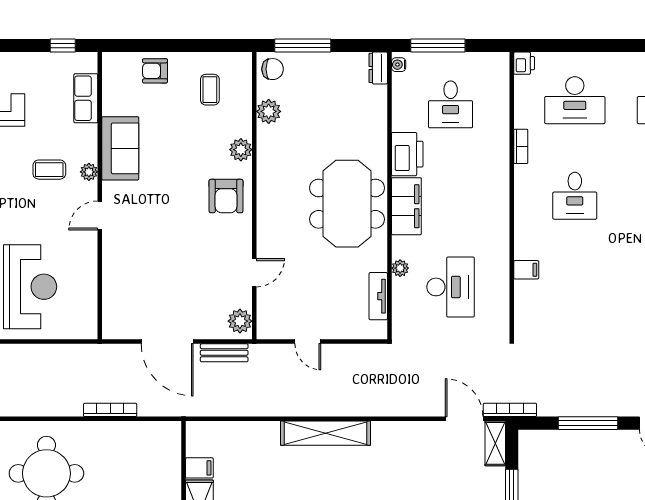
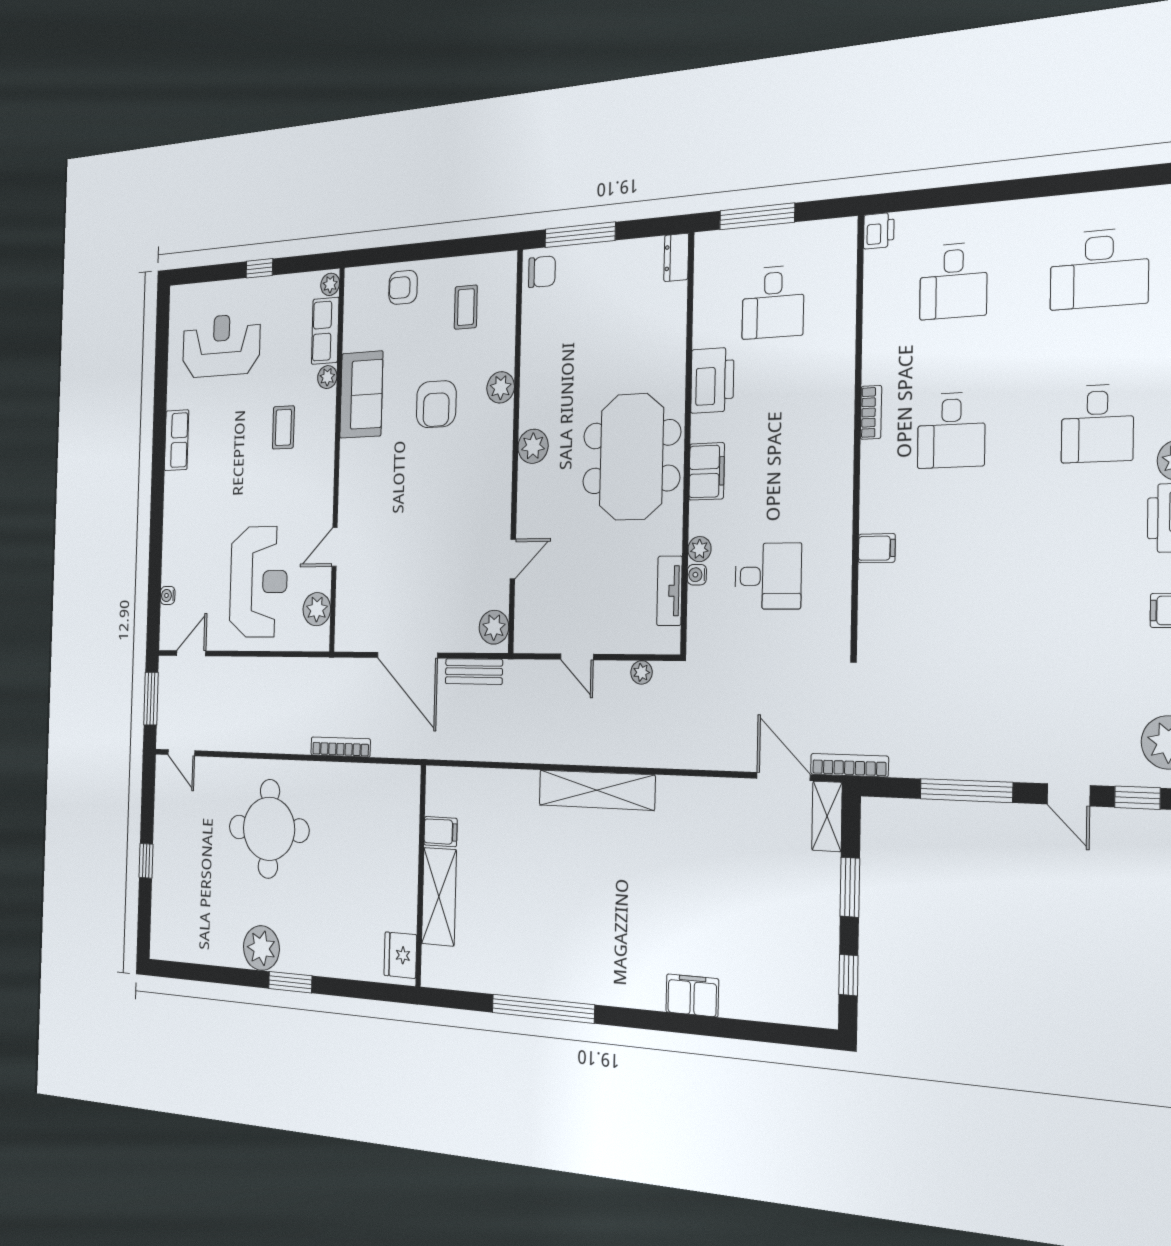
window: (63, 46) -> (259, 268), moved
plant: (89, 63) -> (330, 284), added
water cooler: (399, 65) -> (697, 575), moved
desk: (575, 100) -> (953, 281), width x0.73
plant: (269, 111) -> (533, 446), moved
bookcase: (521, 146) -> (871, 412), moved
coffee table: (49, 170) -> (283, 427), turned 90
plant: (89, 172) -> (327, 377), moved
armchair: (226, 196) -> (436, 404), moved
filing cabinet: (406, 206) -> (707, 471), width x0.67, depth x0.86
door: (100, 216) -> (335, 547), moved
desk: (451, 287) -> (768, 576), width x0.73
plant: (85, 308) -> (317, 609), added
plant: (358, 352) -> (642, 672), added

